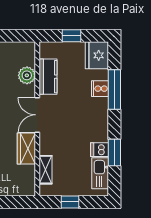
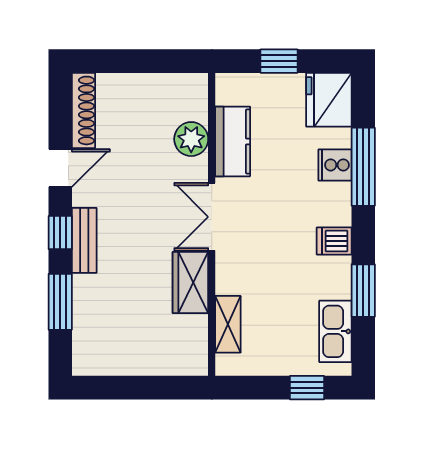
dishwasher: (100, 150) -> (334, 241), moved
window: (70, 202) -> (307, 388), moved

